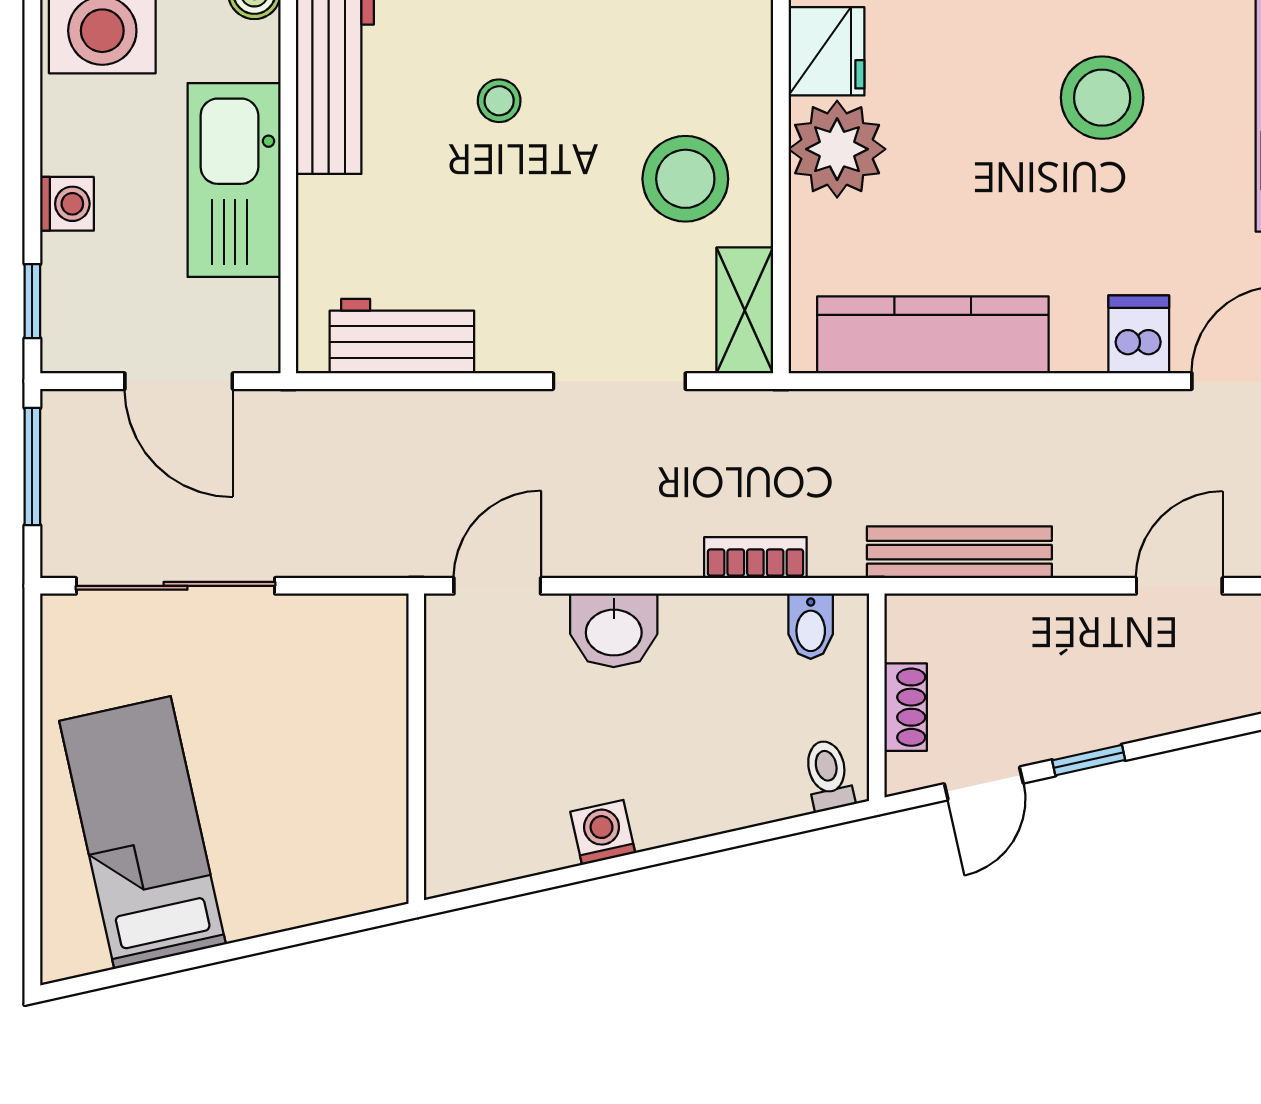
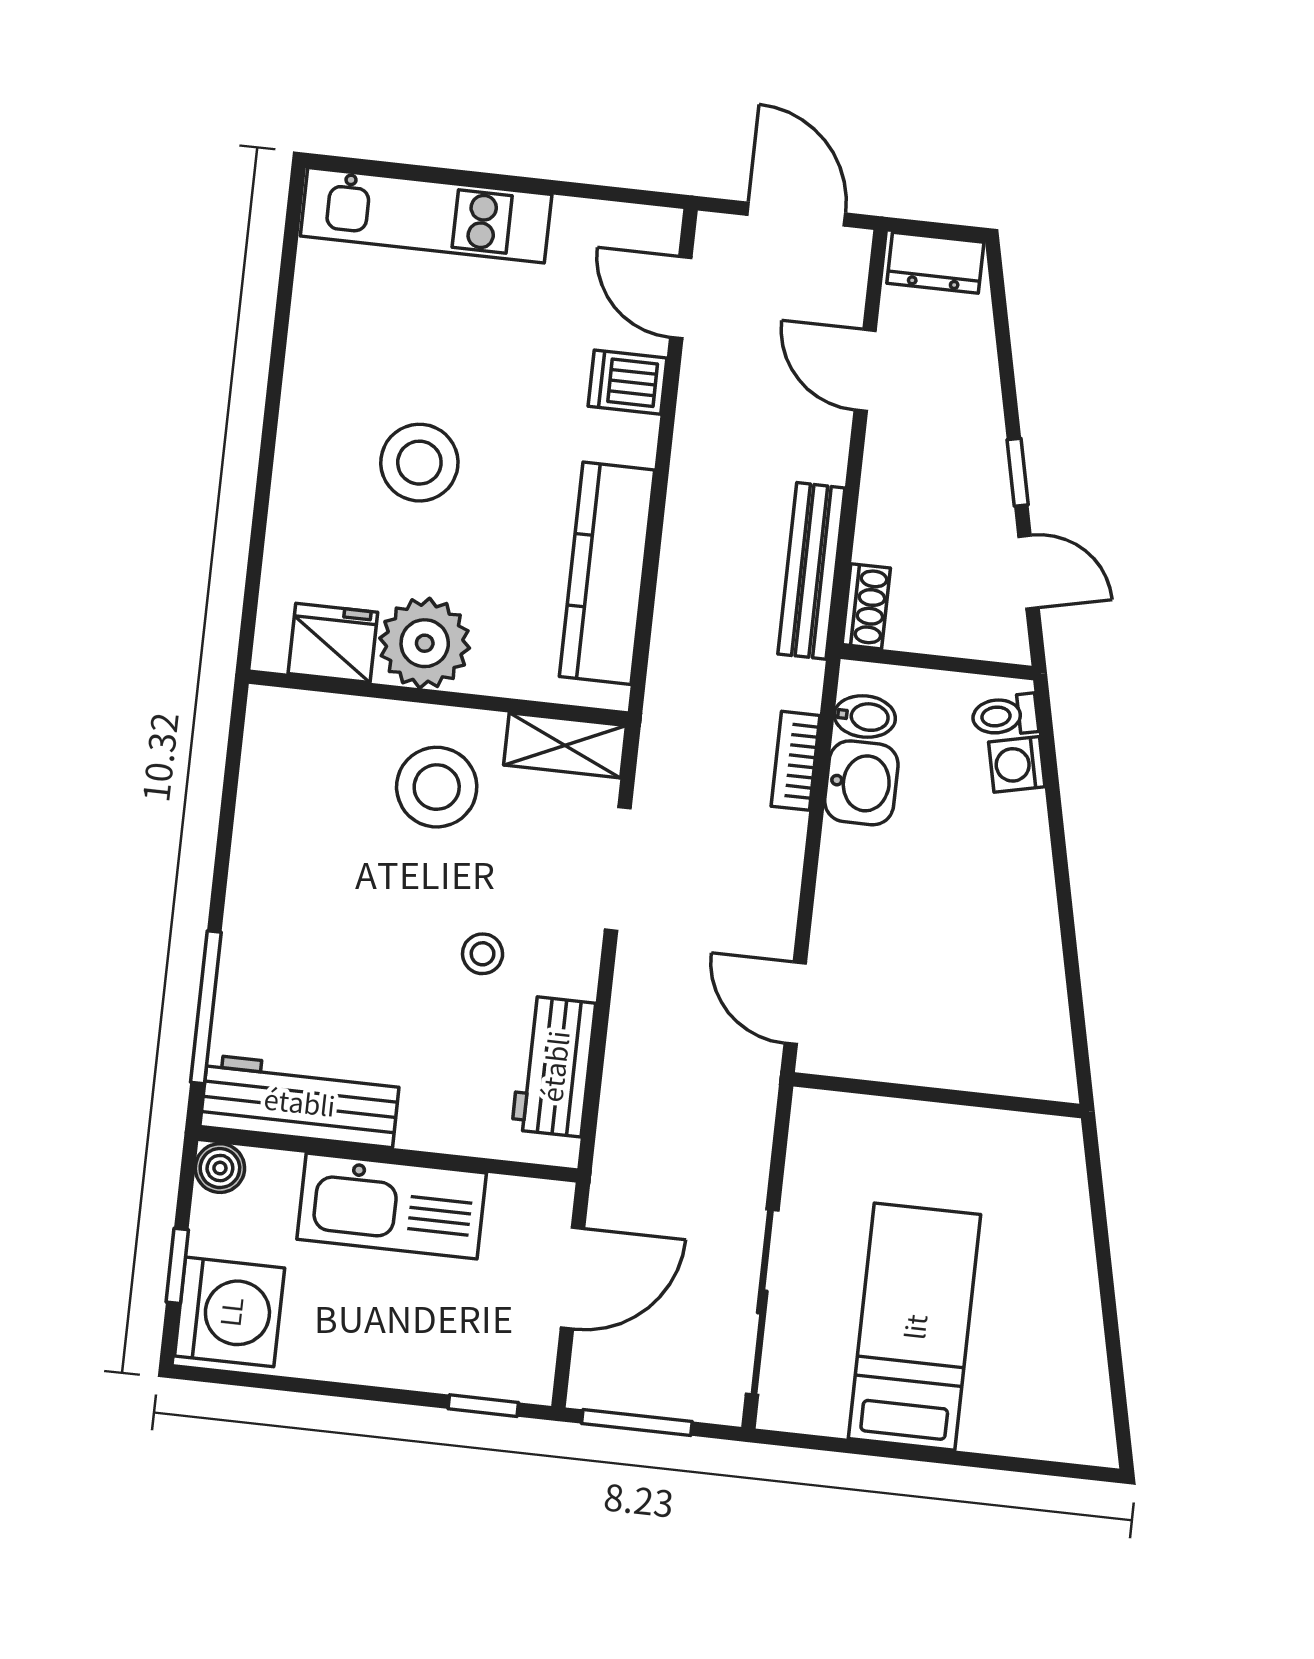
stool: (1102, 98) -> (419, 463), moved
stool: (499, 101) -> (483, 954), moved
washing machine: (67, 204) -> (397, 1364), removed
washbasin: (614, 630) -> (861, 783), moved
shoe rack: (906, 707) -> (866, 606), moved, turned 90
washing machine: (603, 832) -> (1017, 764), moved
bed: (143, 833) -> (914, 1327), moved, turned 103

